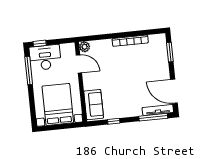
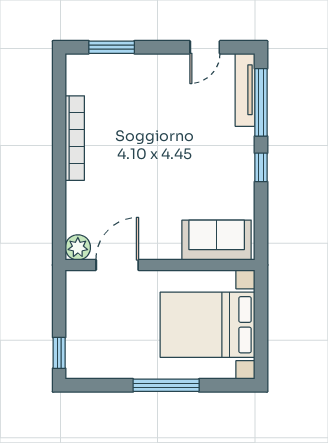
desk: (45, 57) -> (94, 343), removed
window: (29, 70) -> (166, 385), moved
door: (174, 91) -> (205, 47), width x0.53
window: (114, 121) -> (261, 167), moved

